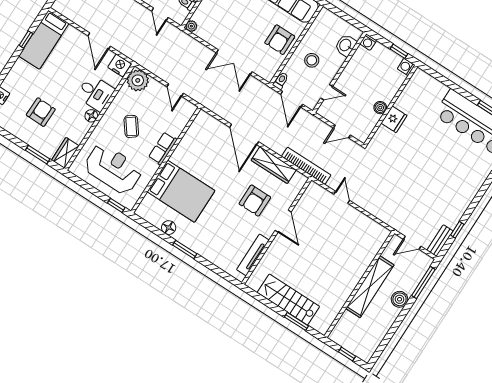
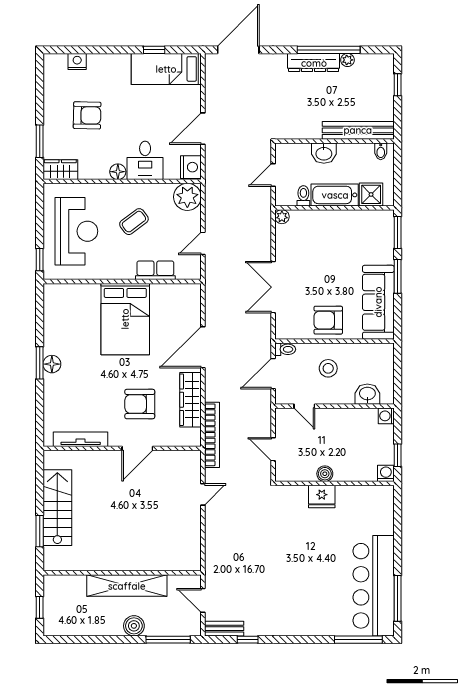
row of seats: (163, 148) -> (155, 270), moved
bed: (181, 191) -> (125, 319), moved
floor lamp: (169, 228) -> (52, 364), moved

